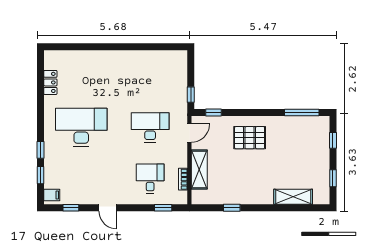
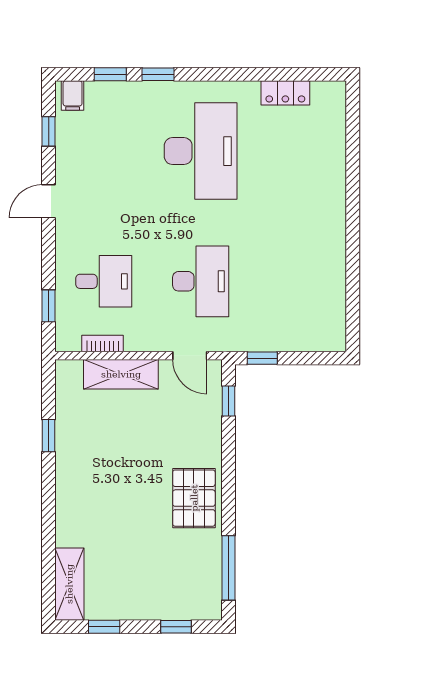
pallet: (250, 138) -> (194, 498), moved
shelving: (293, 197) -> (69, 584), moved

